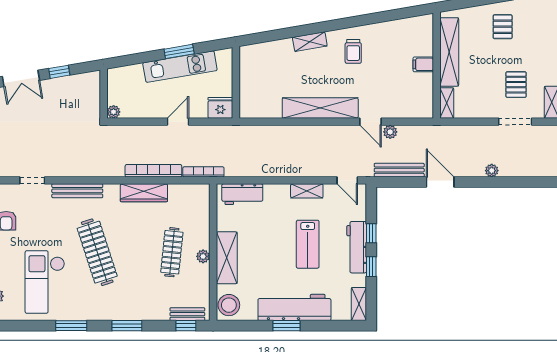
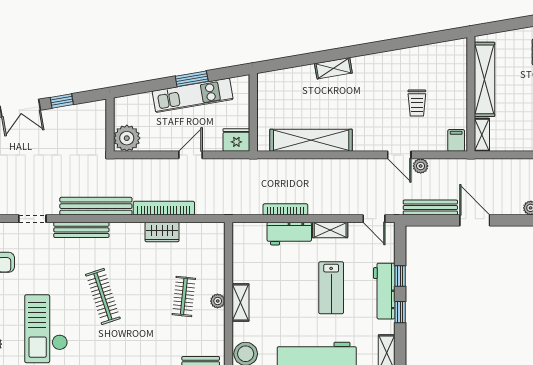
trolley: (353, 51) -> (417, 103), moved
filing cabinet: (423, 64) -> (456, 140), moved, turned 90
shelving: (320, 108) -> (311, 140), moved
plant: (114, 112) -> (127, 138), width x1.87, depth x1.87
bench: (91, 169) -> (96, 206), added
bookcase: (203, 172) -> (285, 209), moved
wardrobe: (144, 193) -> (162, 232), width x0.67
workbench: (242, 194) -> (289, 234), moved
clothes rail: (97, 252) -> (103, 296), width x0.73, depth x0.76
clothes rail: (172, 252) -> (184, 296), width x0.73
shelving: (227, 258) -> (240, 302), width x0.67, depth x0.75

